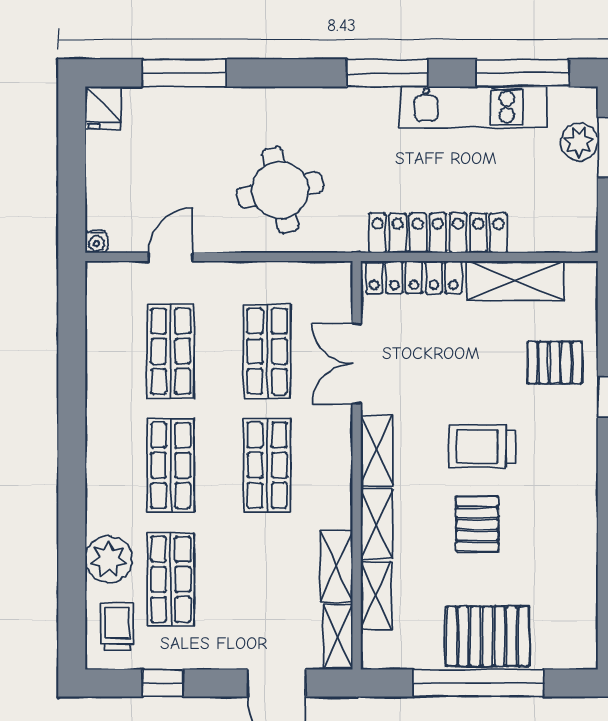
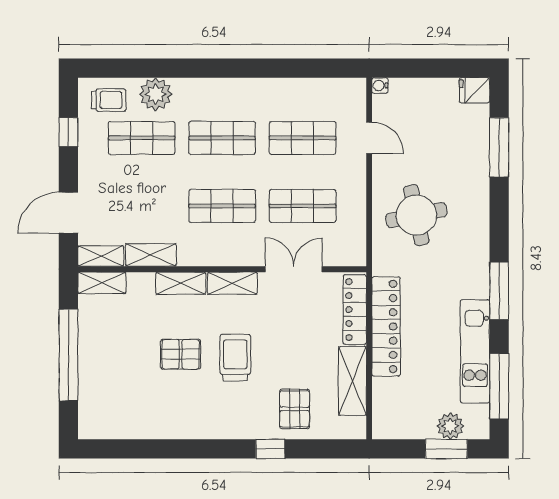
shelving: (376, 596) -> (102, 283), moved
pallet: (488, 636) -> (101, 362), removed

